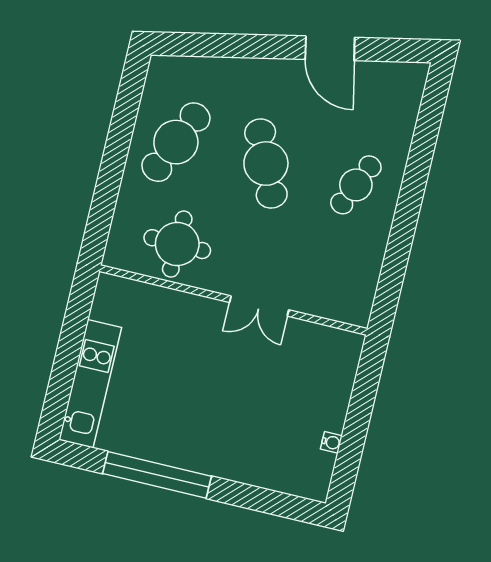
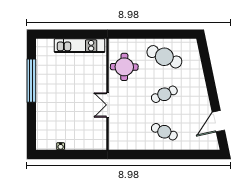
door: (330, 48) -> (218, 121), moved
cafe table: (266, 164) -> (164, 94), width x0.73, depth x0.74
kitchen unit: (90, 384) -> (80, 46), moved

